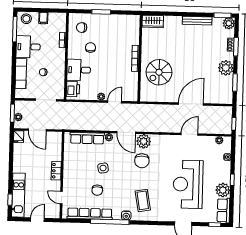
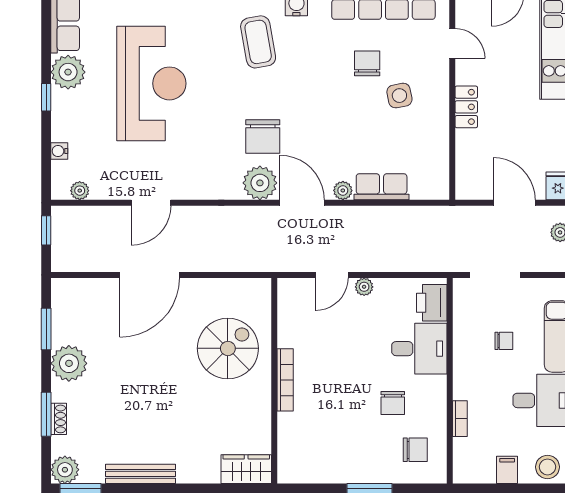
row of seats: (87, 138) -> (382, 187), width x0.68
chair: (142, 161) -> (263, 136), turned 180
side table: (103, 168) -> (399, 96), moved

